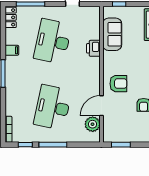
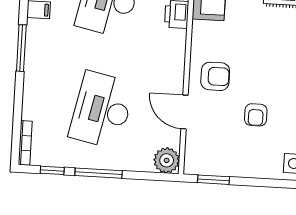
door: (101, 106) -> (185, 112), hinge flipped
plant: (93, 124) -> (167, 160), moved

